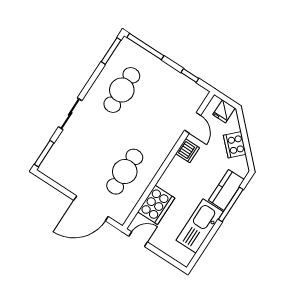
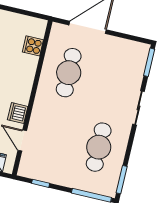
cooker: (156, 205) -> (33, 46), width x0.53, depth x0.76
door: (138, 239) -> (34, 15), removed

